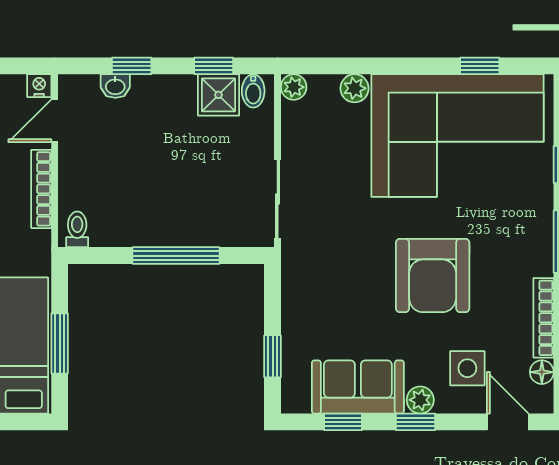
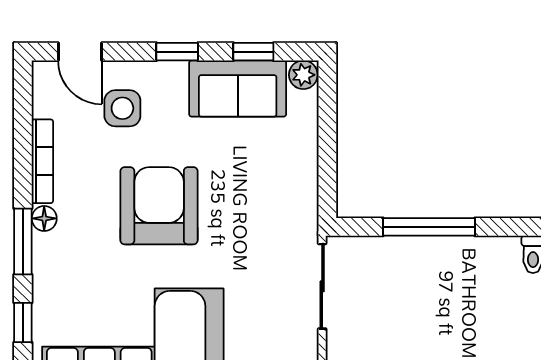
window: (273, 356) -> (327, 121), removed
floor lamp: (542, 372) -> (44, 218), moved
plant: (420, 400) -> (303, 75), moved

